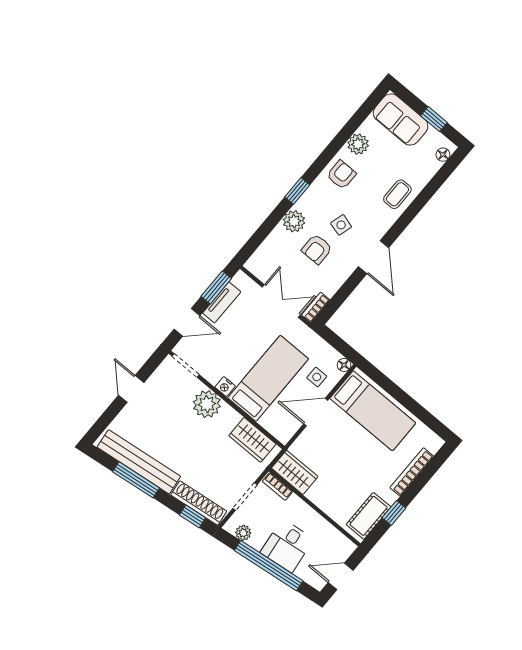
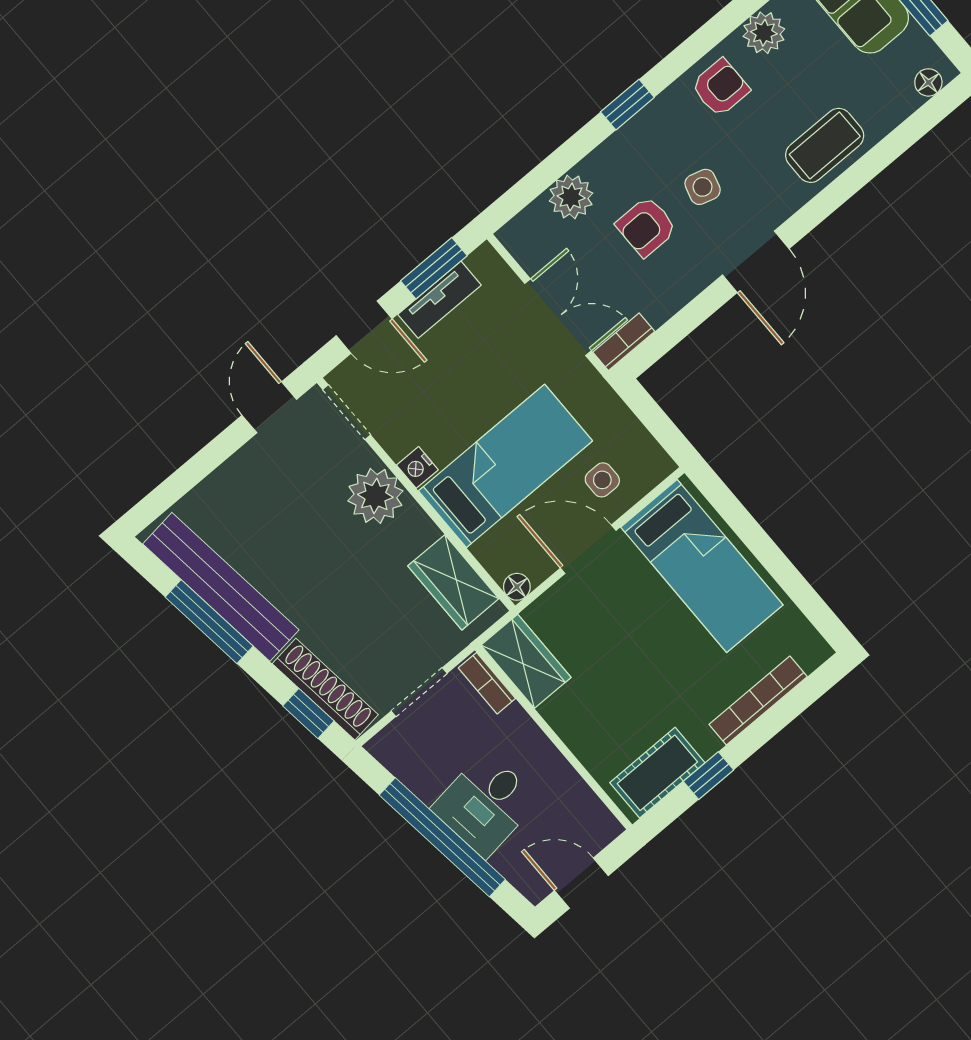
coffee table: (397, 194) -> (825, 145), width x1.36, depth x1.30
plant: (294, 221) -> (571, 197), moved
floor lamp: (344, 365) -> (517, 587), moved
door: (131, 389) -> (269, 407), moved
plant: (243, 533) -> (403, 763), removed

